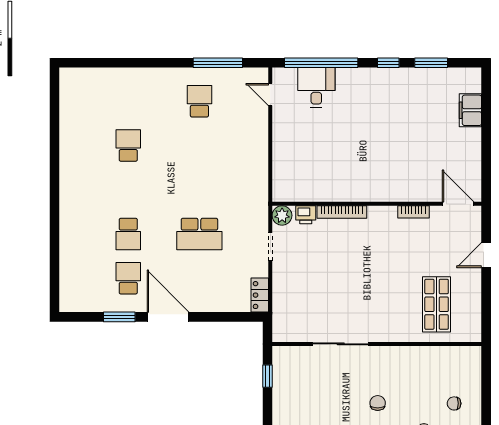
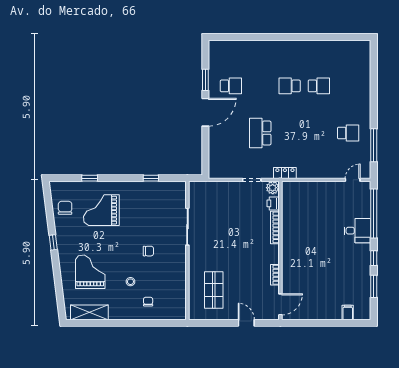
desk: (316, 87) -> (357, 231), moved
filing cabinet: (470, 110) -> (348, 312), width x0.50
school desk: (128, 234) -> (290, 86), moved
locker: (260, 295) -> (285, 173), moved
shop shelf: (437, 304) -> (214, 290), turned 90
window: (268, 376) -> (151, 178), moved

